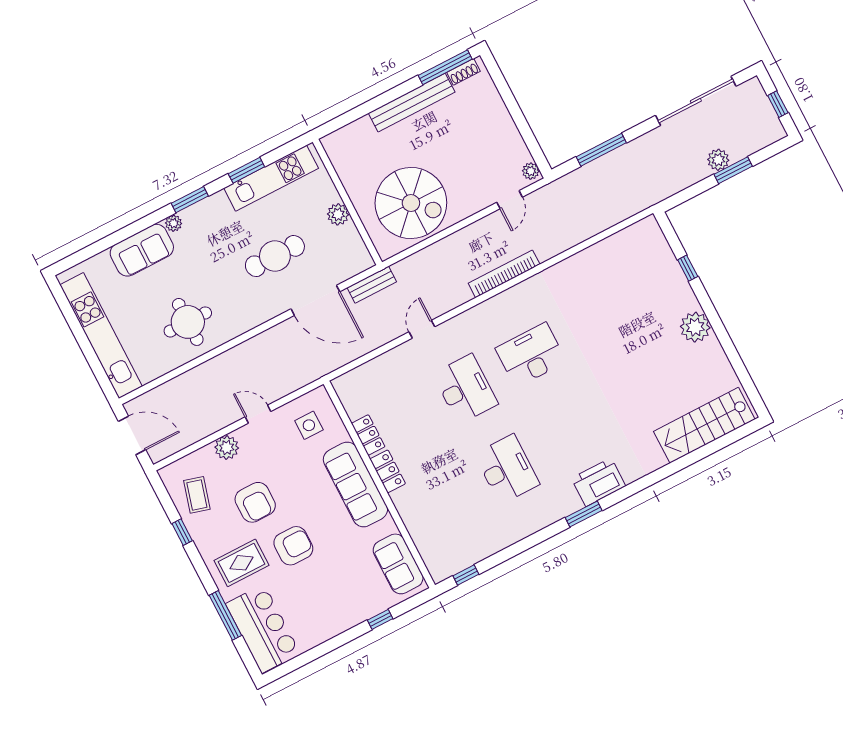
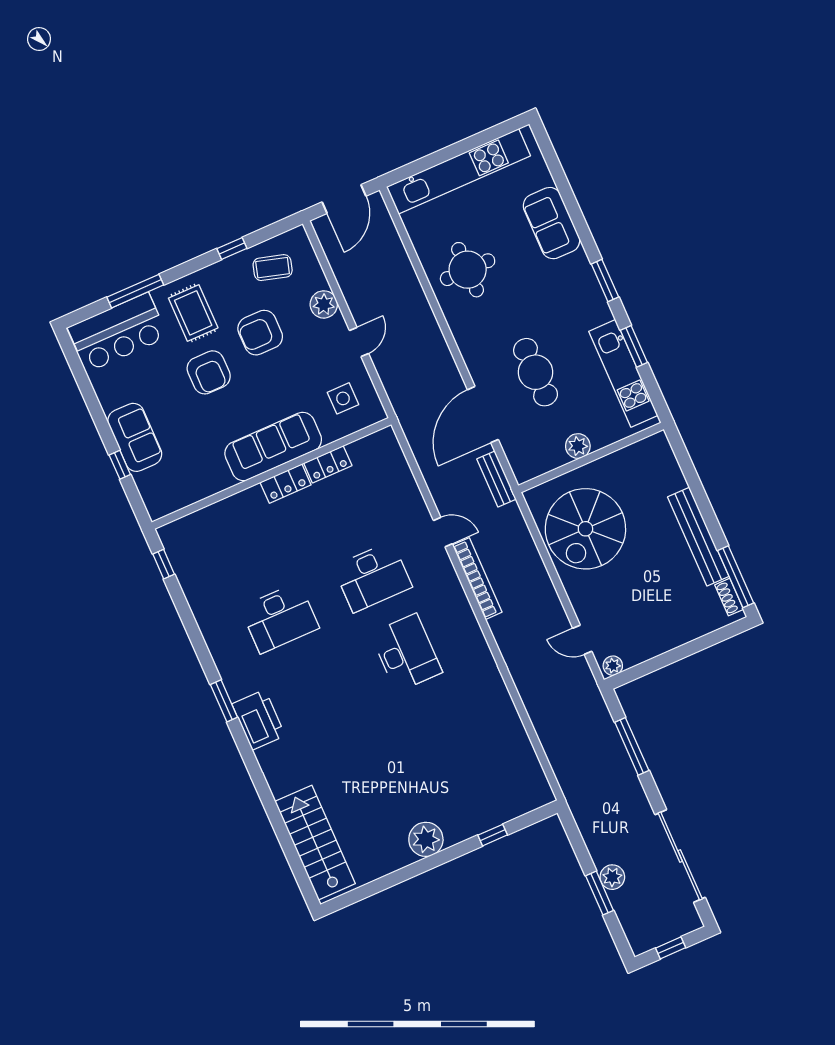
plant: (174, 223) -> (579, 261), removed
bookcase: (504, 274) -> (477, 579), moved
sofa: (398, 564) -> (135, 437), moved, turned 90

